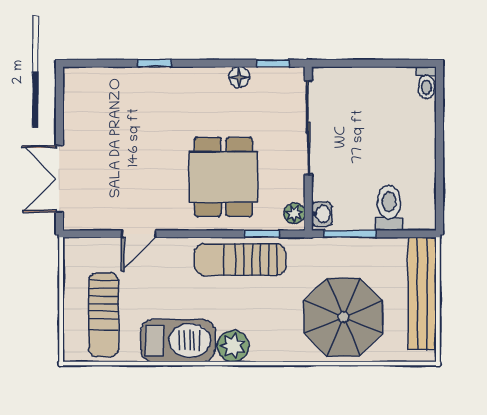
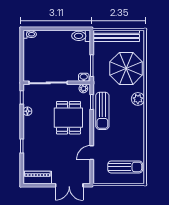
piano: (78, 101) -> (37, 177), added
dining table: (223, 177) -> (68, 118), turned 90
toilet: (389, 208) -> (81, 36), moved
door: (139, 234) -> (92, 153), swing flipped
barbecue: (178, 341) -> (136, 136), removed
plant: (233, 346) -> (138, 99), moved

